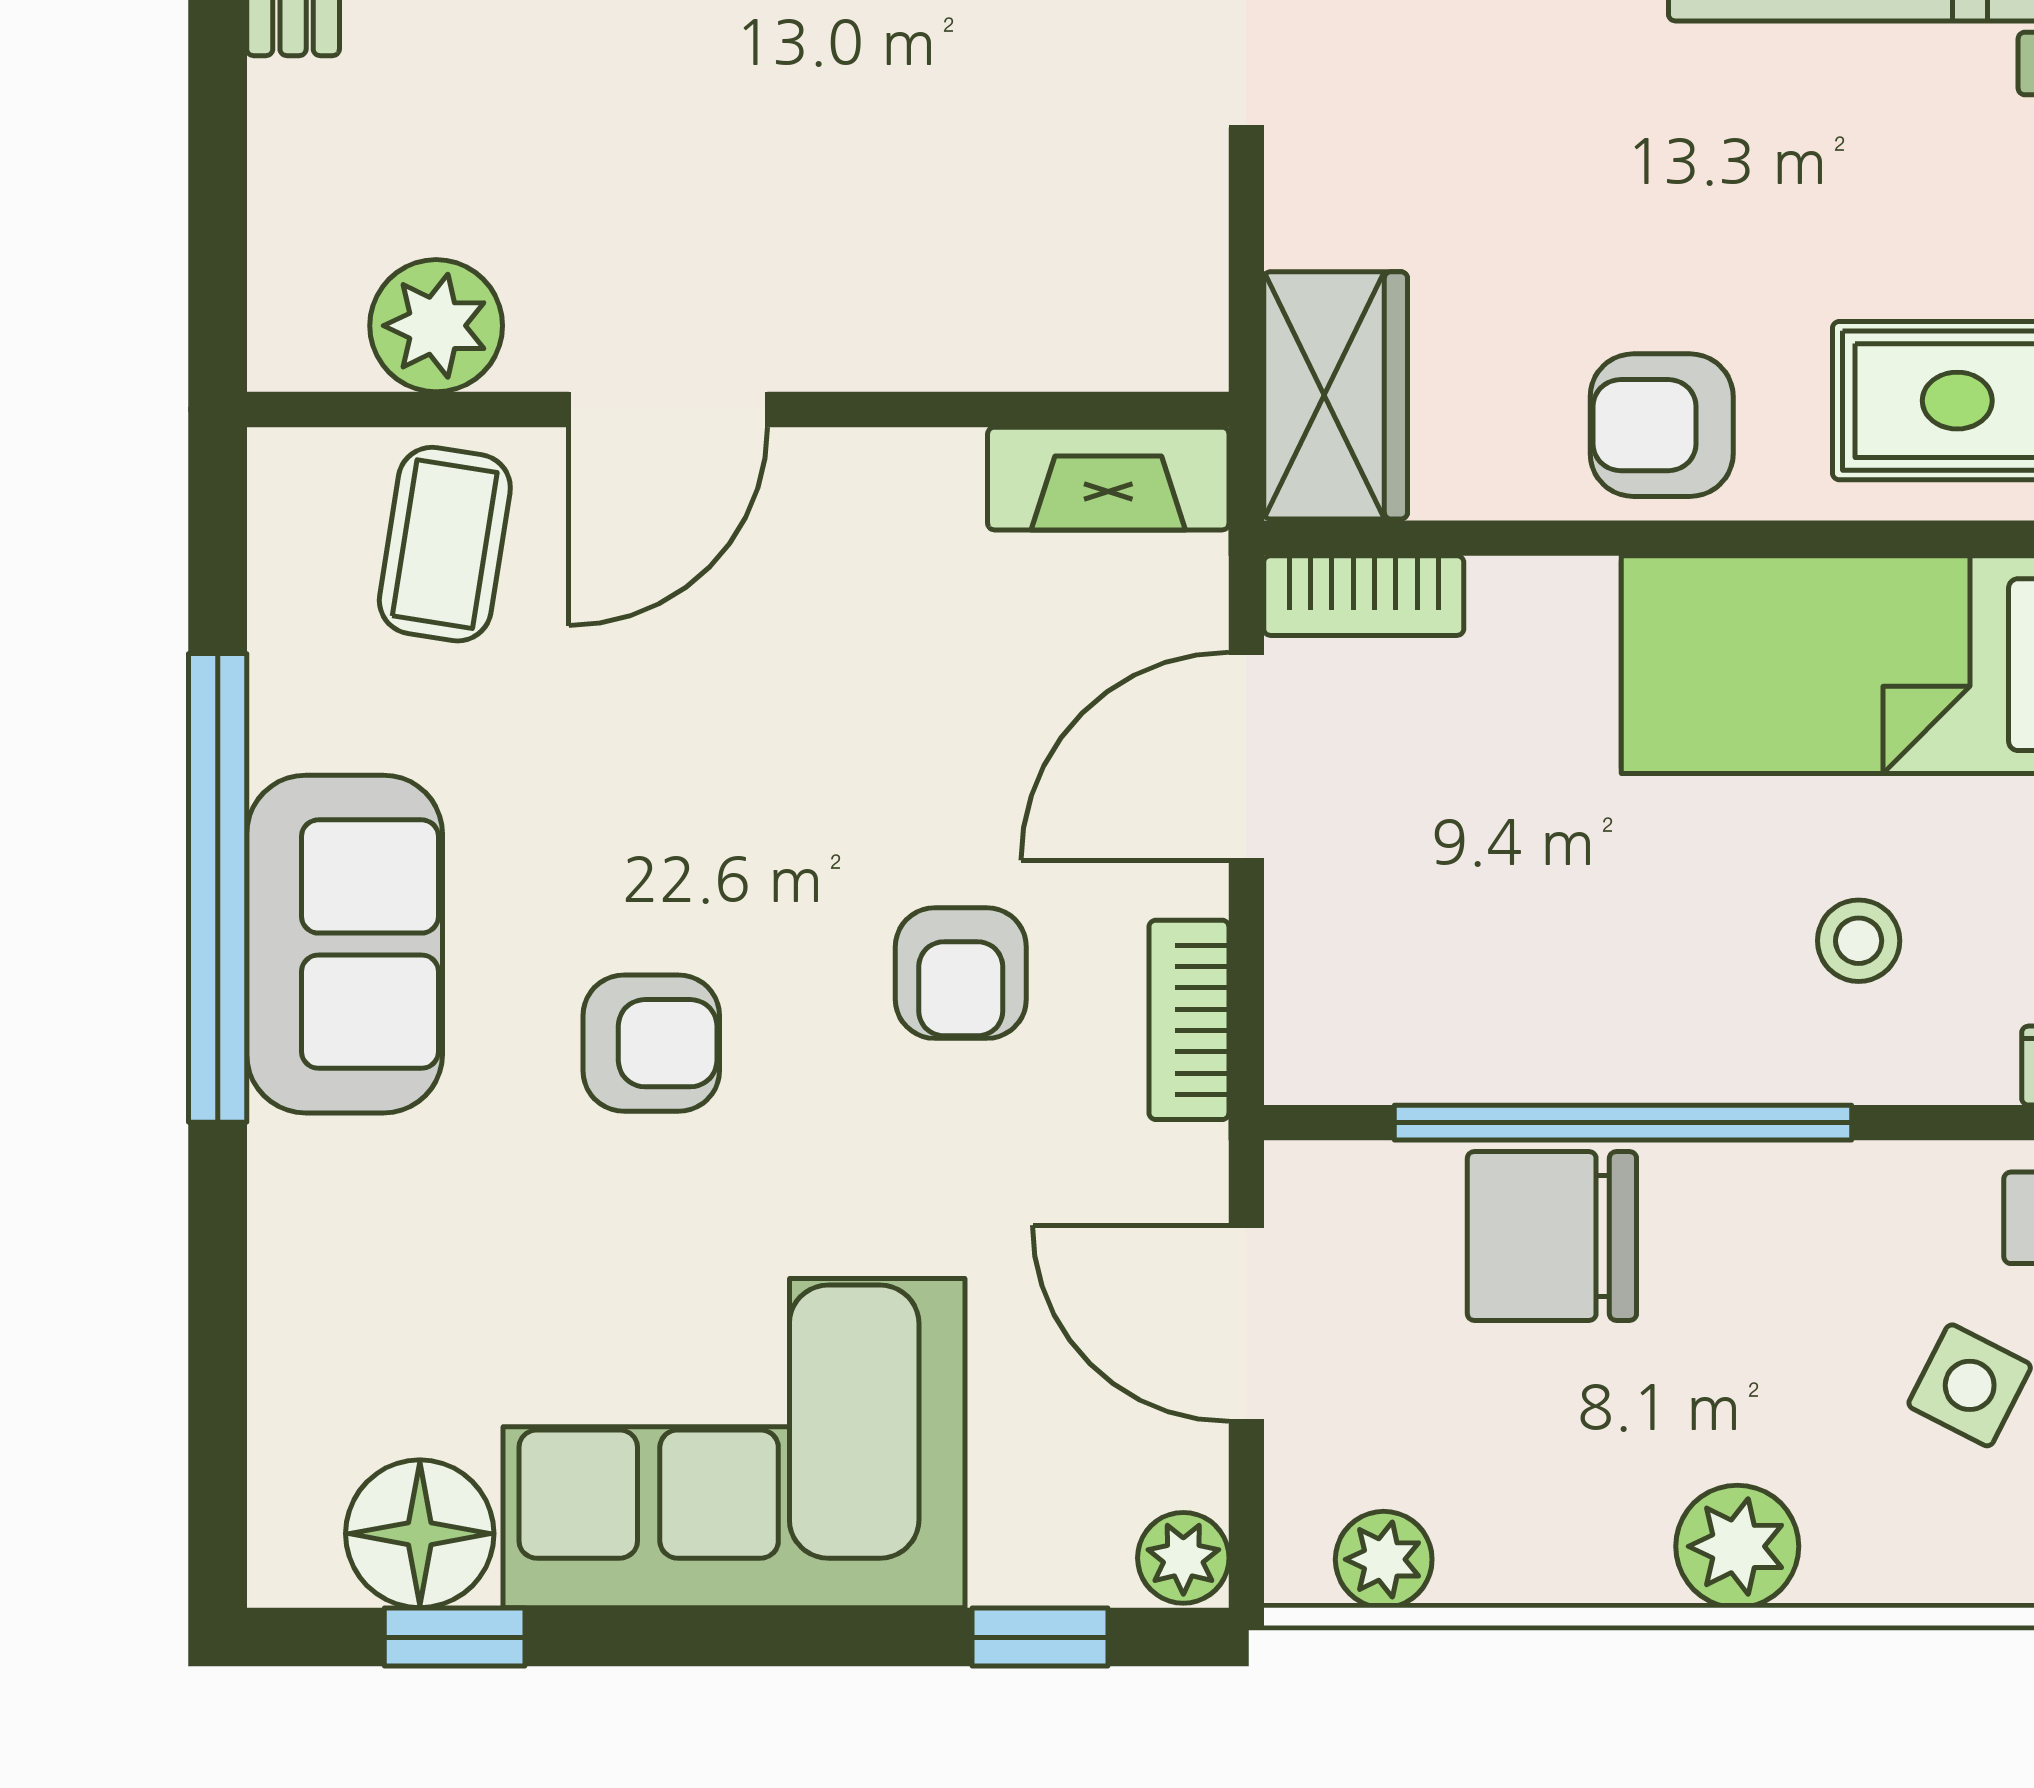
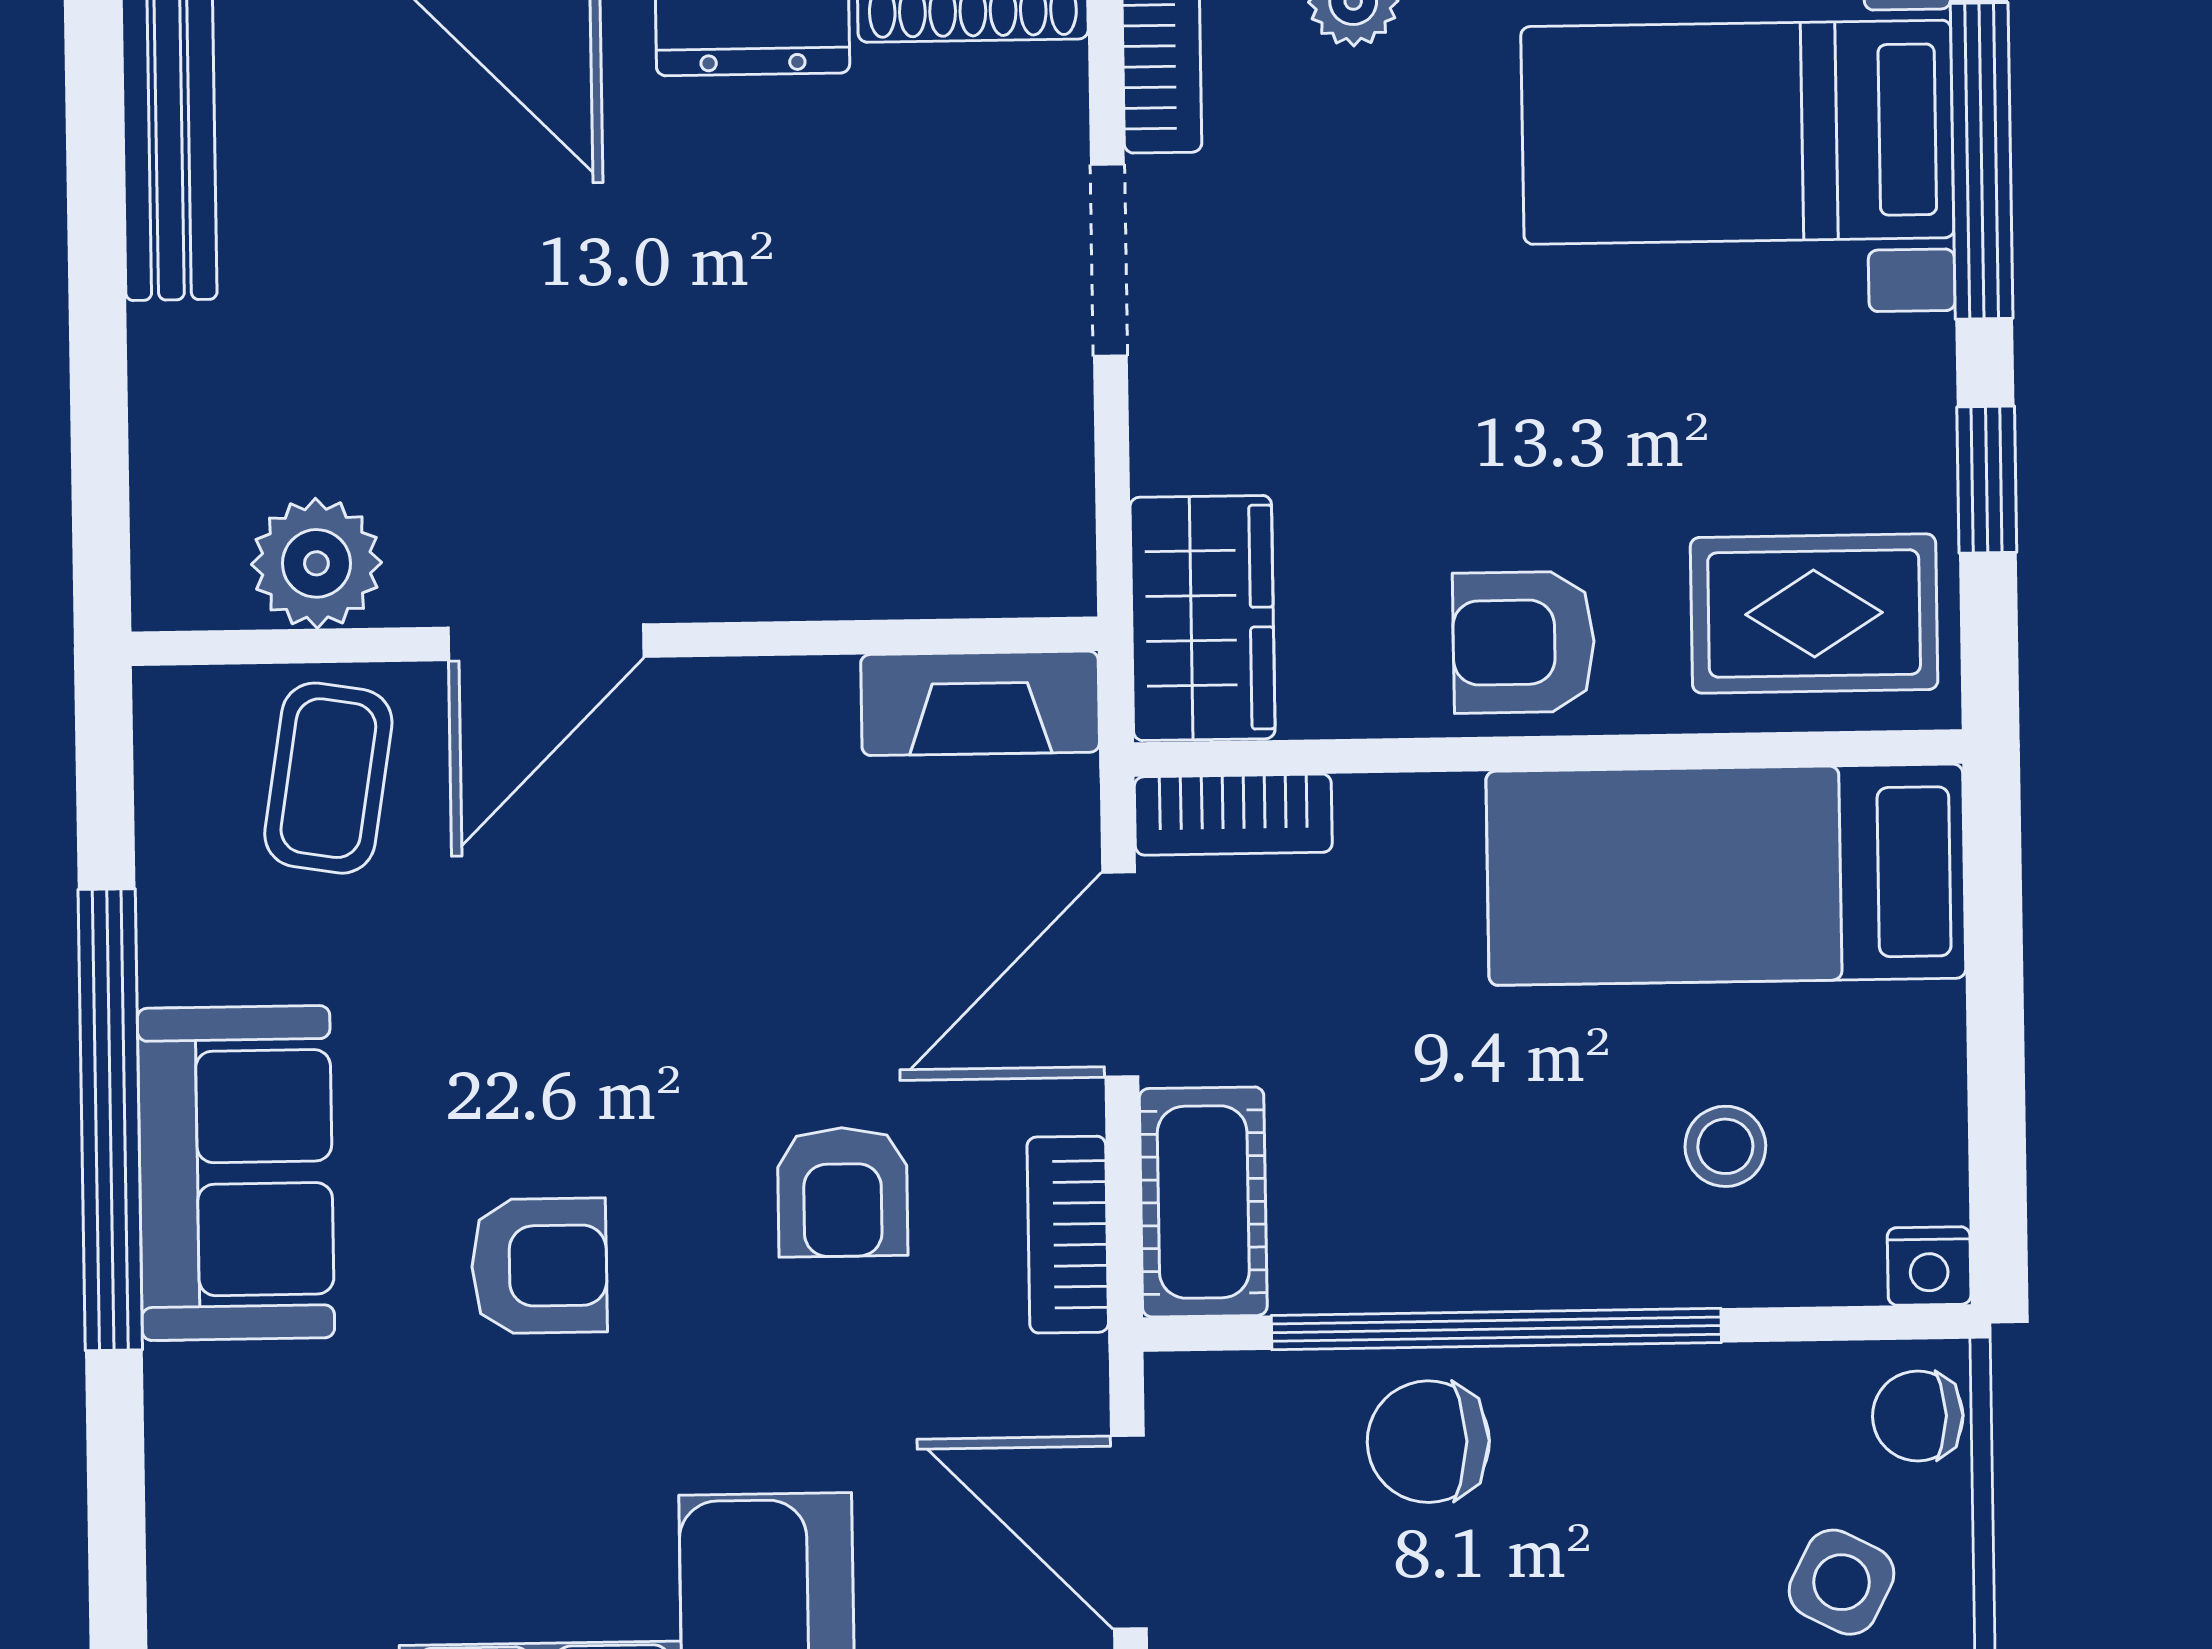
cot: (1327, 989) -> (1203, 1202), added
chair: (1552, 1236) -> (1428, 1442), width x0.73, depth x0.73

